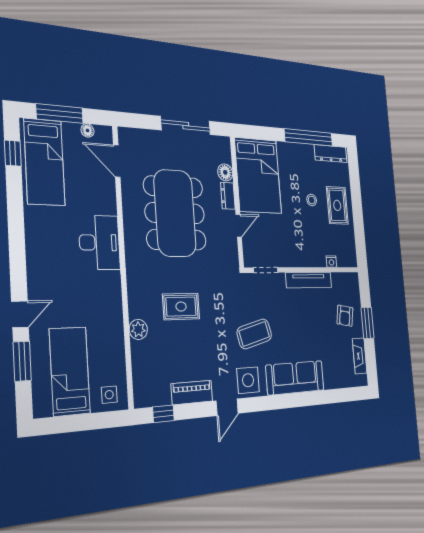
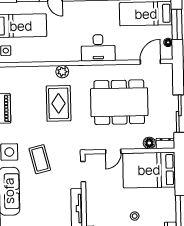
dresser: (228, 196) -> (165, 143), moved
door: (239, 226) -> (113, 151), hinge flipped
rug: (181, 307) -> (59, 103), width x1.36, depth x1.43
plant: (138, 329) -> (62, 72), moved

